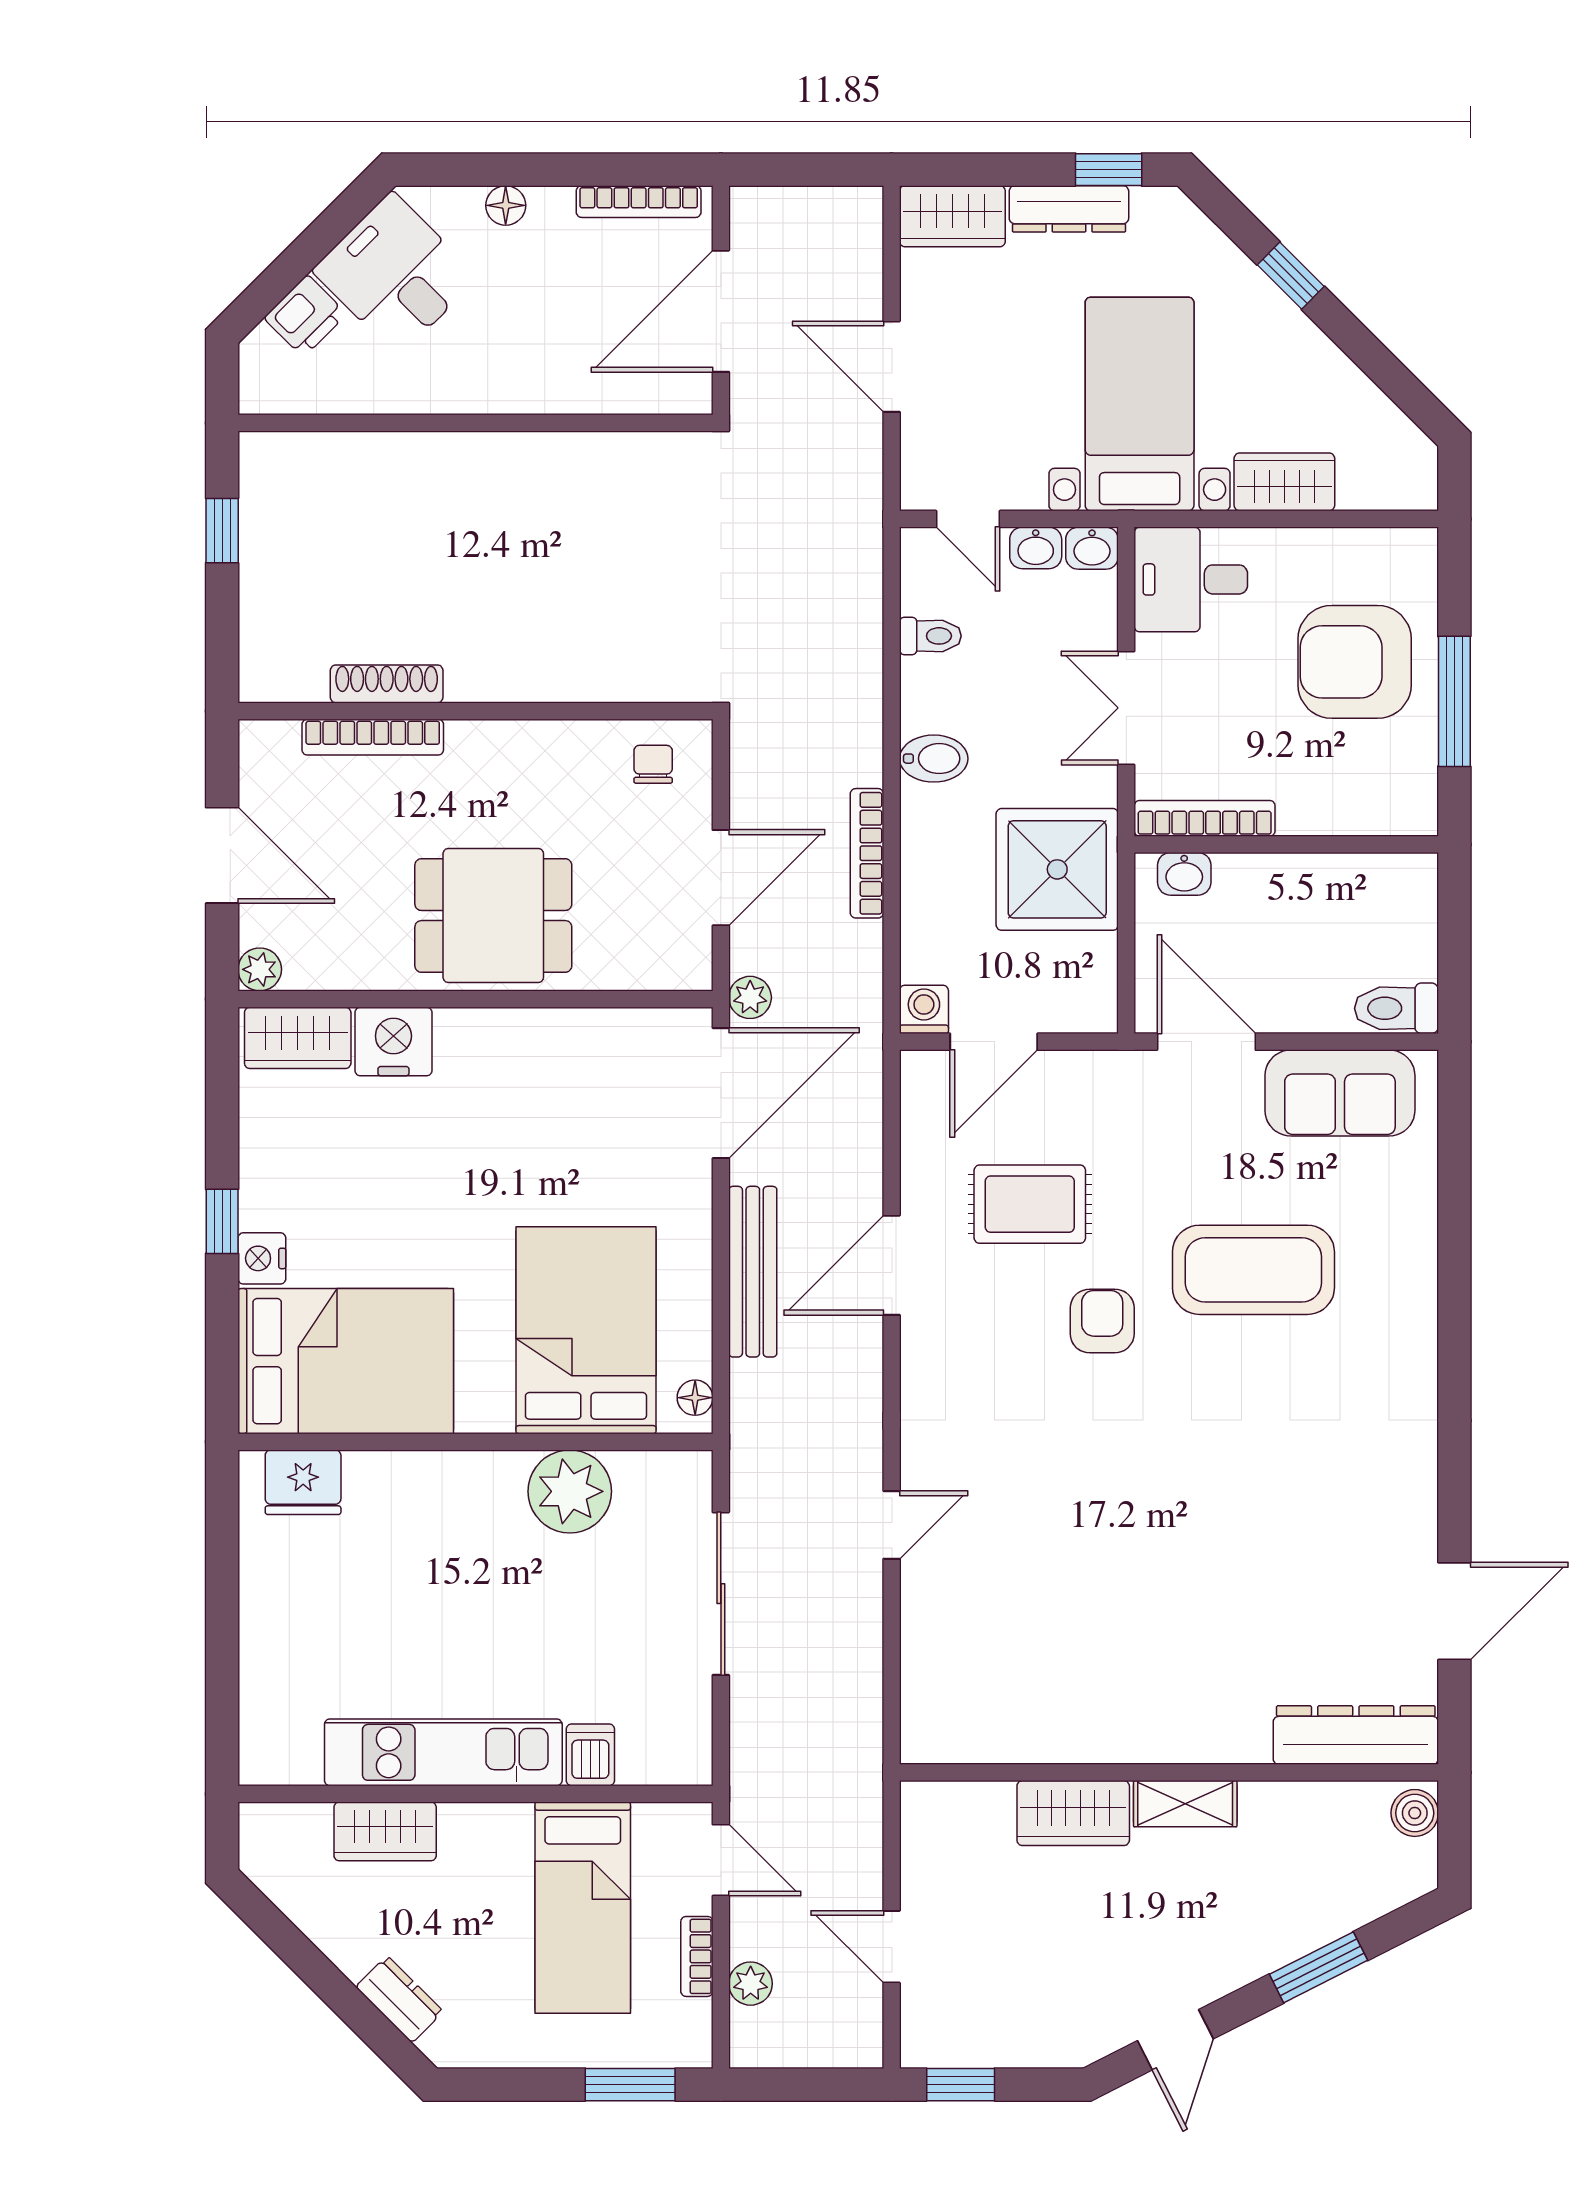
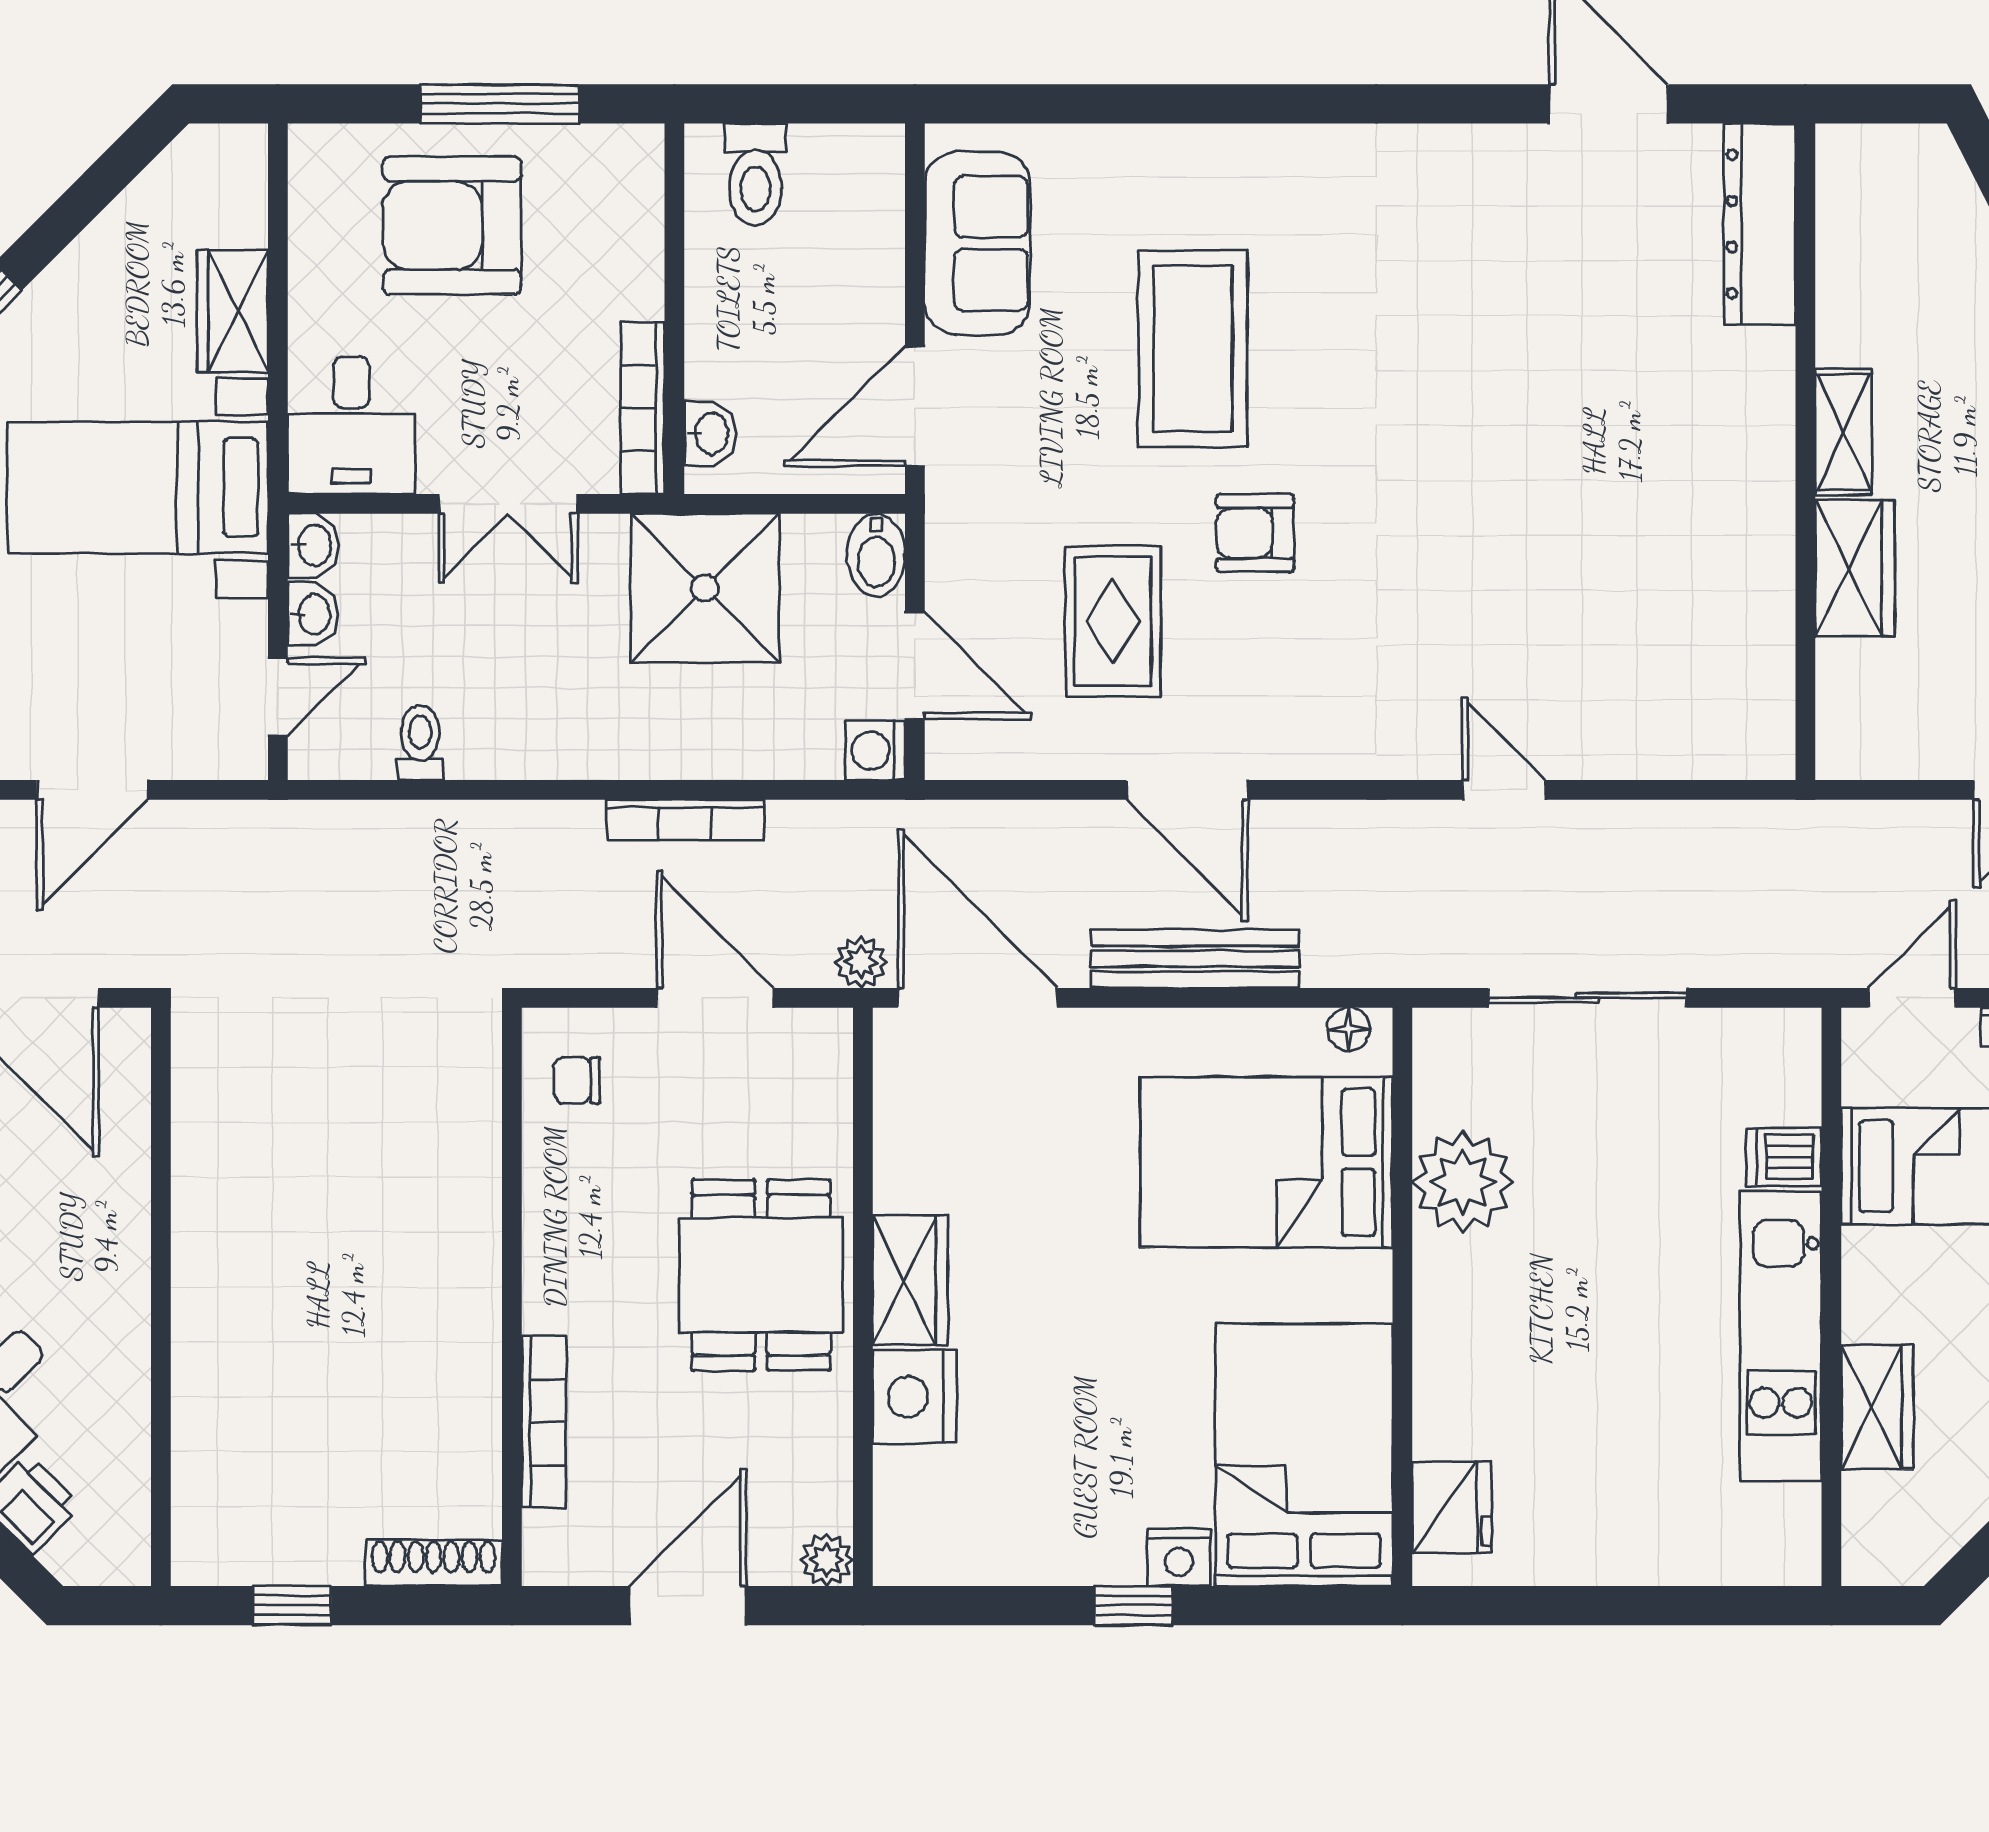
armchair: (1355, 662) -> (452, 225), turned 90
shoe rack: (387, 684) -> (434, 1563), moved, turned 90
bidet: (934, 759) -> (876, 555), moved, turned 180
toilet: (1396, 1008) -> (755, 174), moved
wardrobe: (298, 1038) -> (910, 1280), moved
boiler: (1415, 1813) -> (1855, 152), removed

